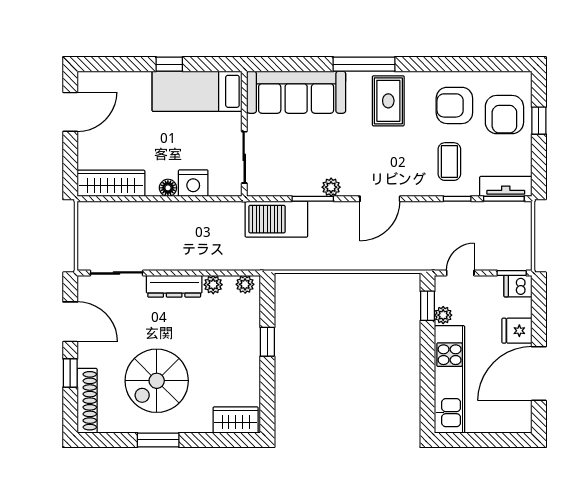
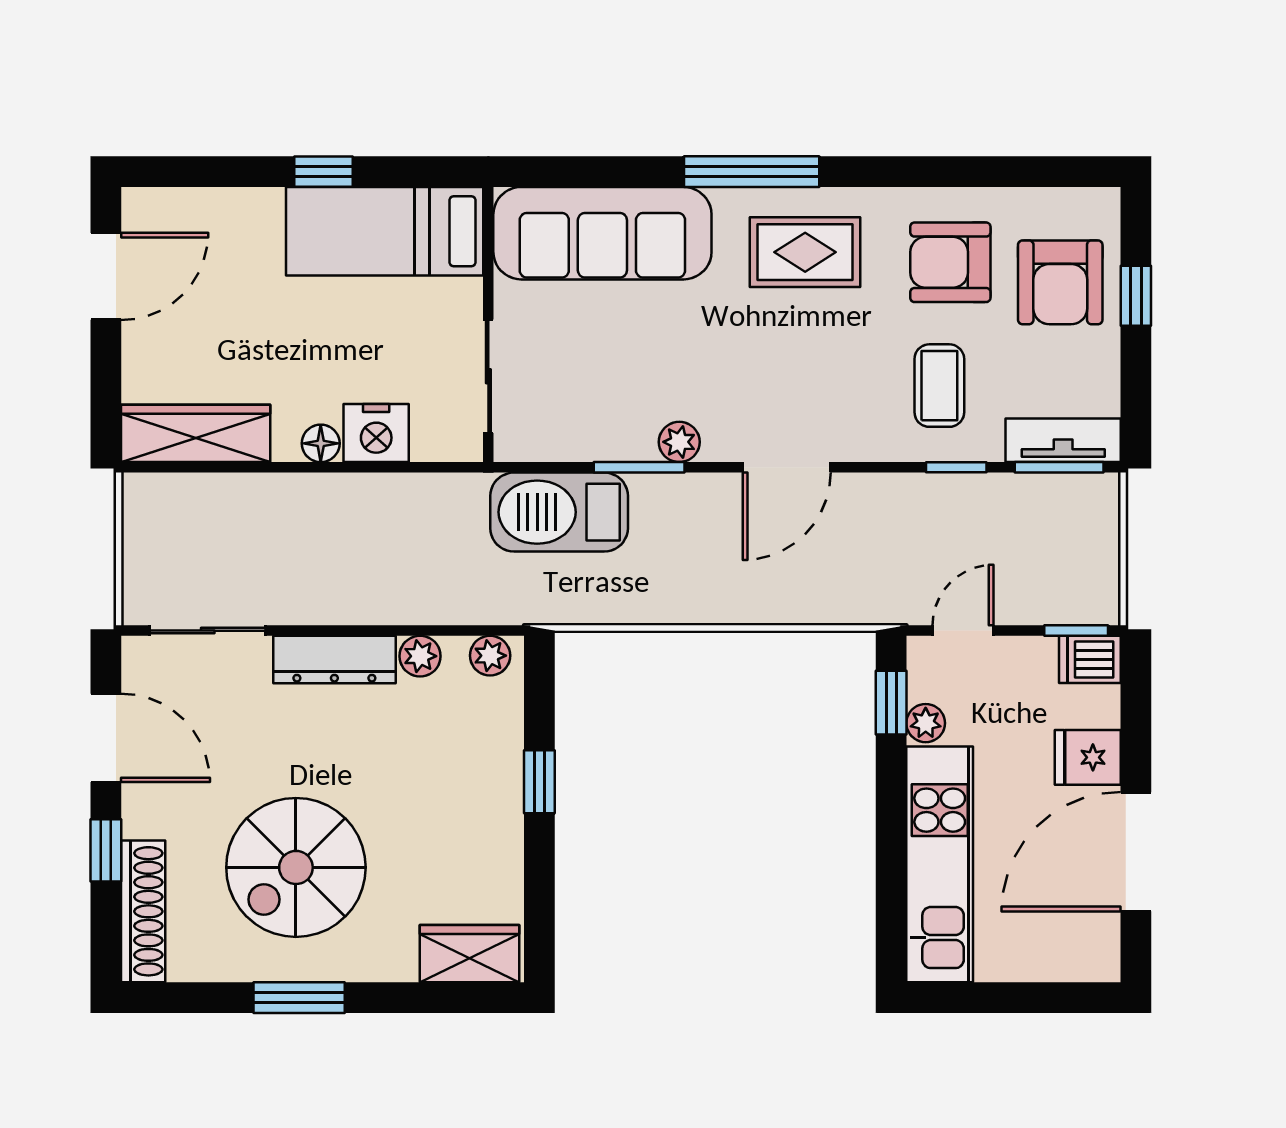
rug: (388, 101) -> (805, 252), turned 90

